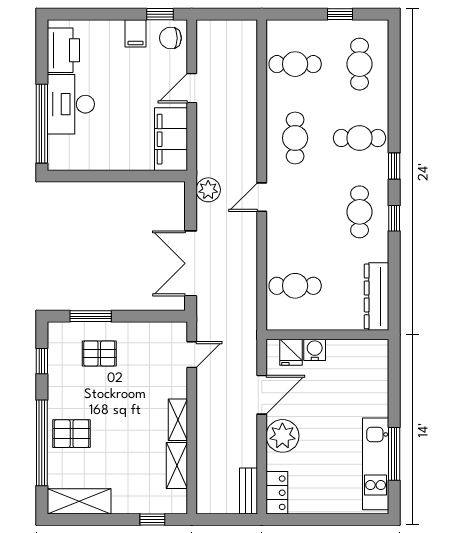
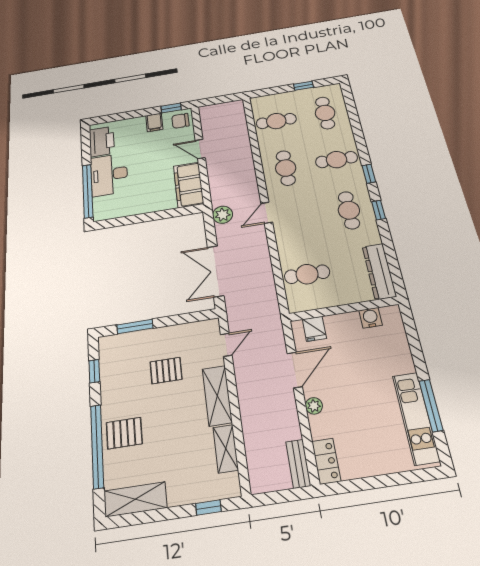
door: (192, 88) -> (200, 149), hinge flipped
water cooler: (315, 350) -> (371, 318), moved
pallet: (99, 353) -> (166, 371), moved
shelving: (178, 420) -> (217, 395), width x1.50, depth x1.33
plant: (282, 436) -> (314, 406), width x0.53, depth x0.53

